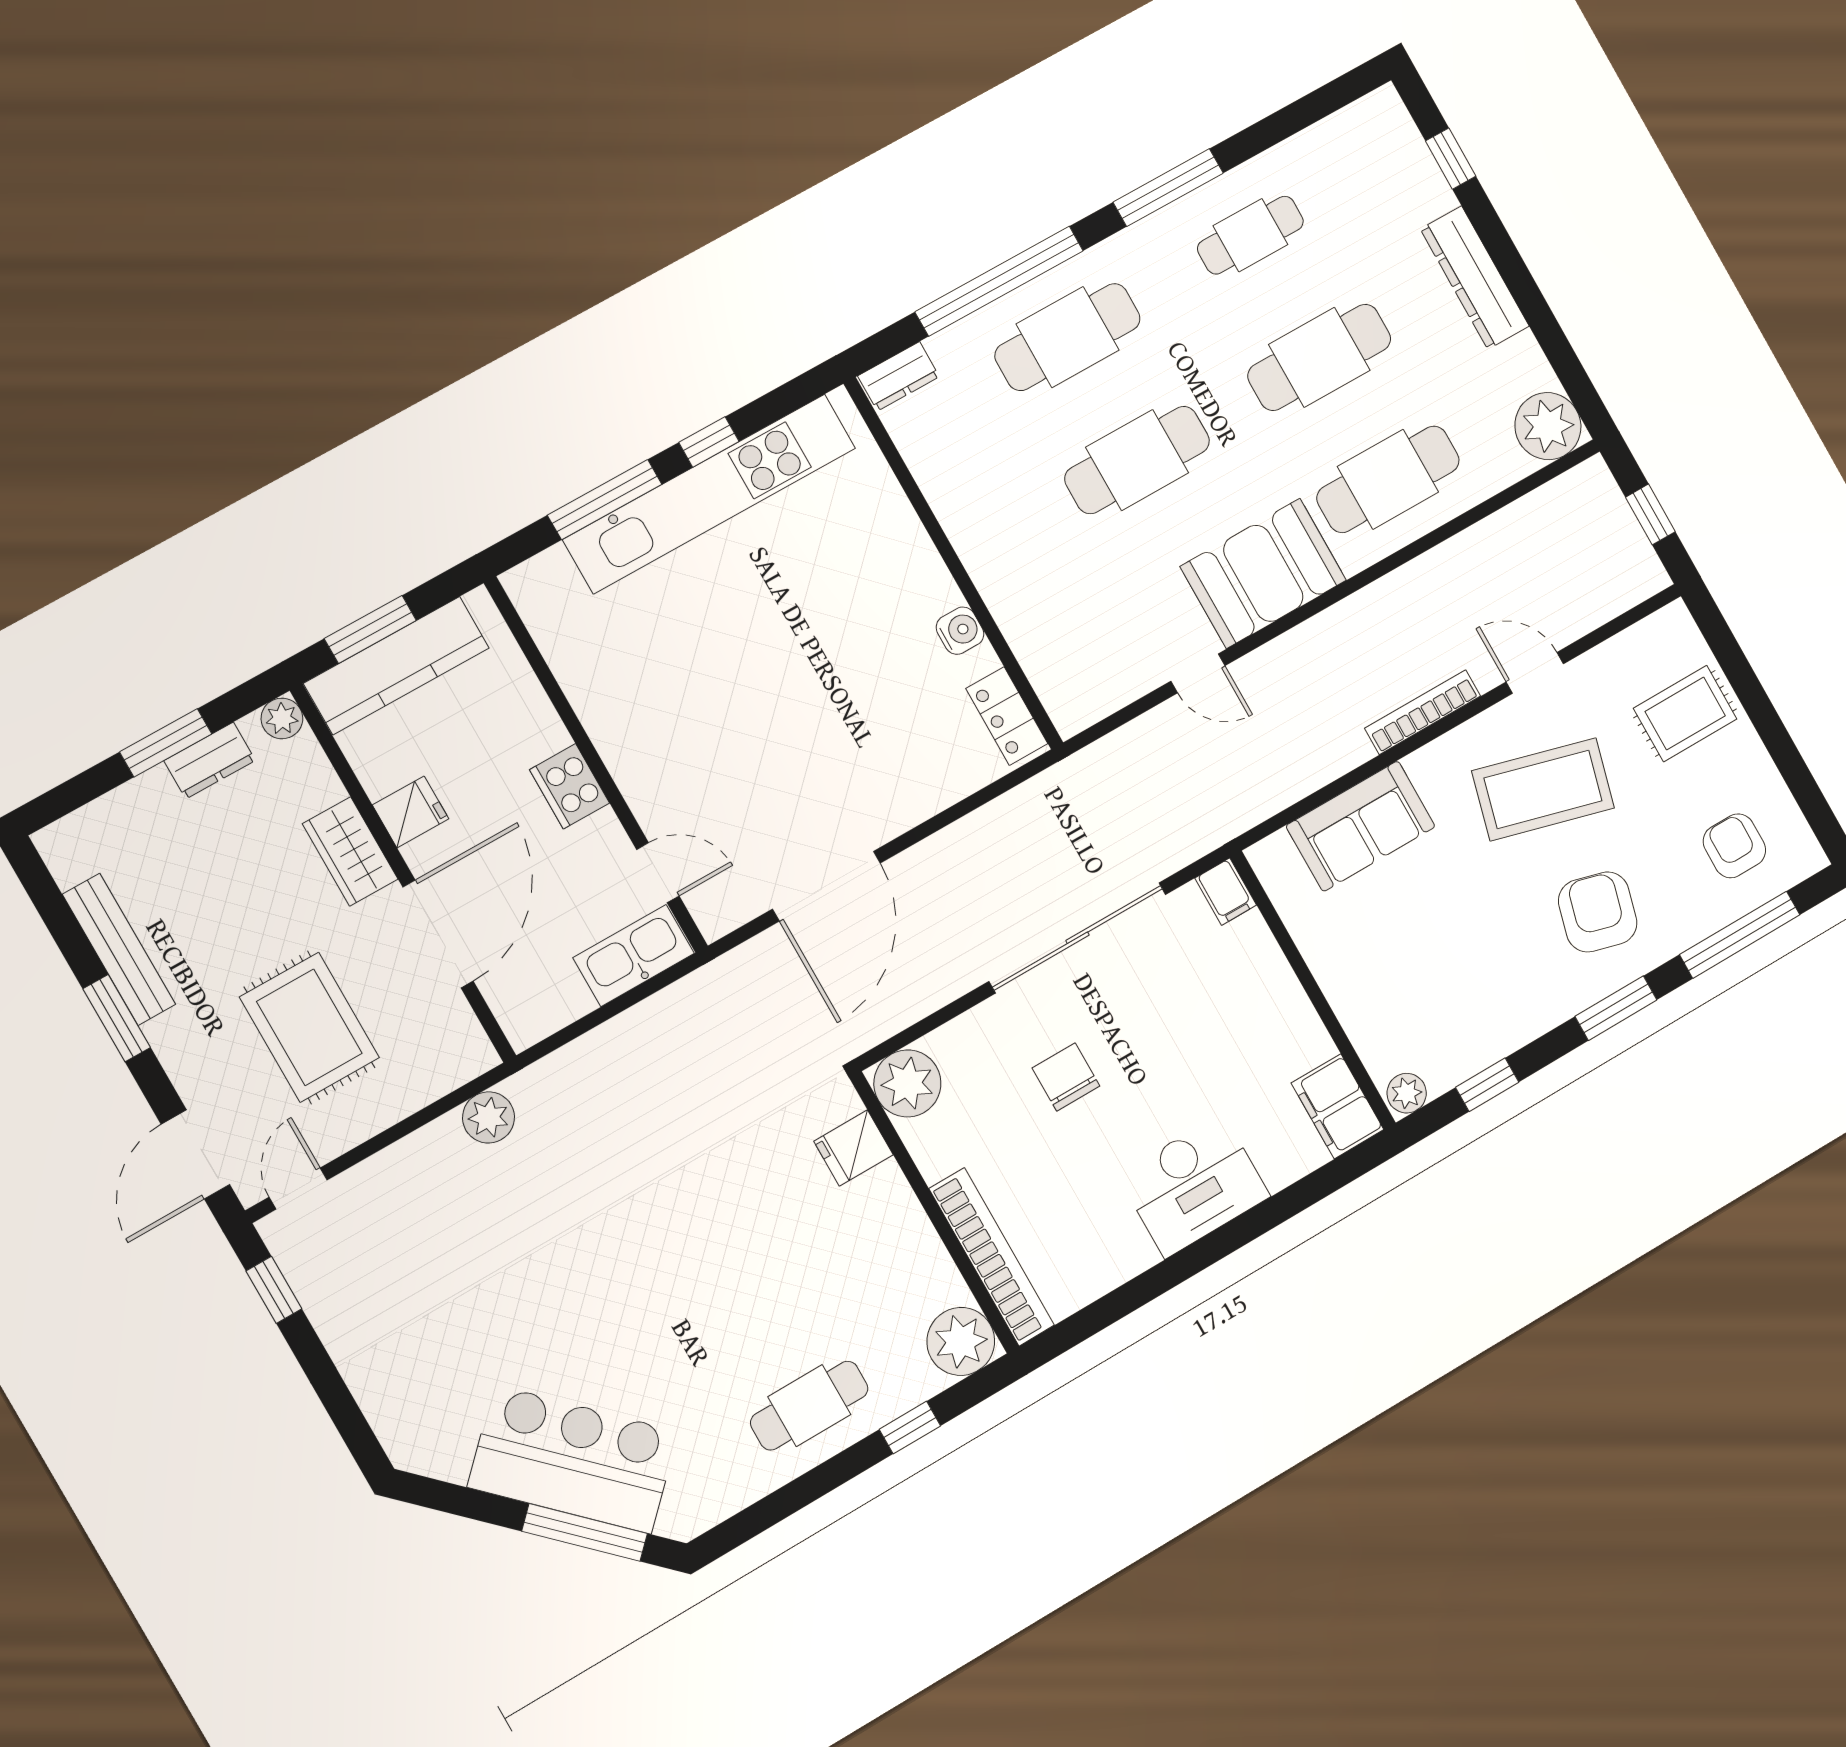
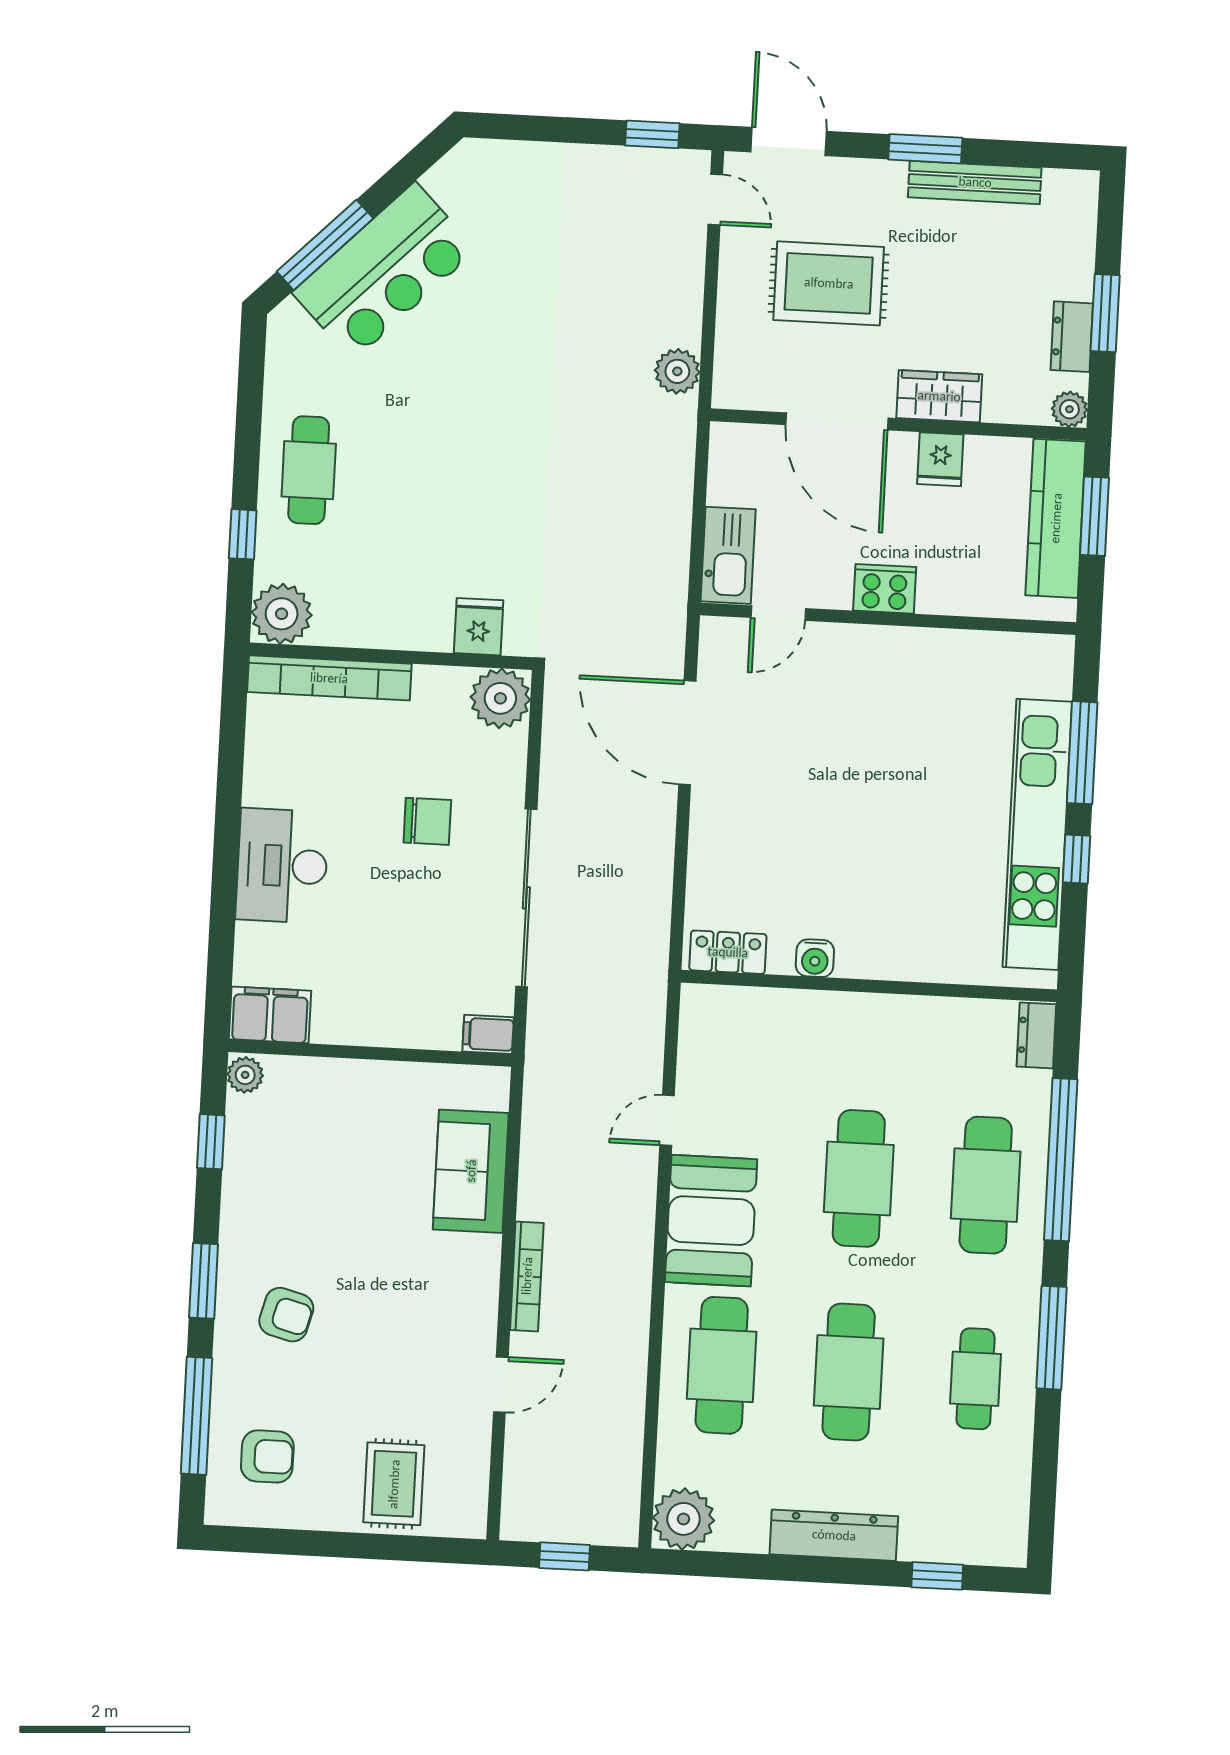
coffee table: (1543, 789) -> (407, 1333), removed
armchair: (1598, 912) -> (286, 1315), width x0.72, depth x0.72

